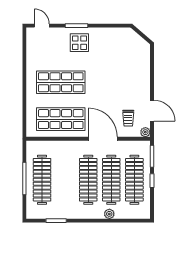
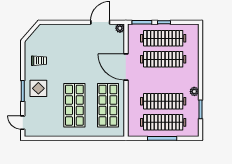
door: (42, 26) -> (23, 123), hinge flipped
trolley: (128, 118) -> (39, 61), moved
door: (103, 139) -> (126, 67), hinge flipped
clothes rail: (88, 180) -> (163, 101), moved
plant: (109, 214) -> (194, 91), moved

